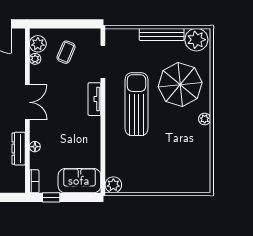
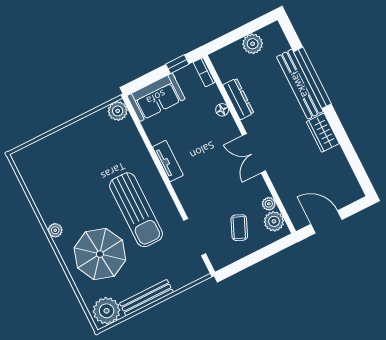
tv unit: (94, 99) -> (168, 161), moved

